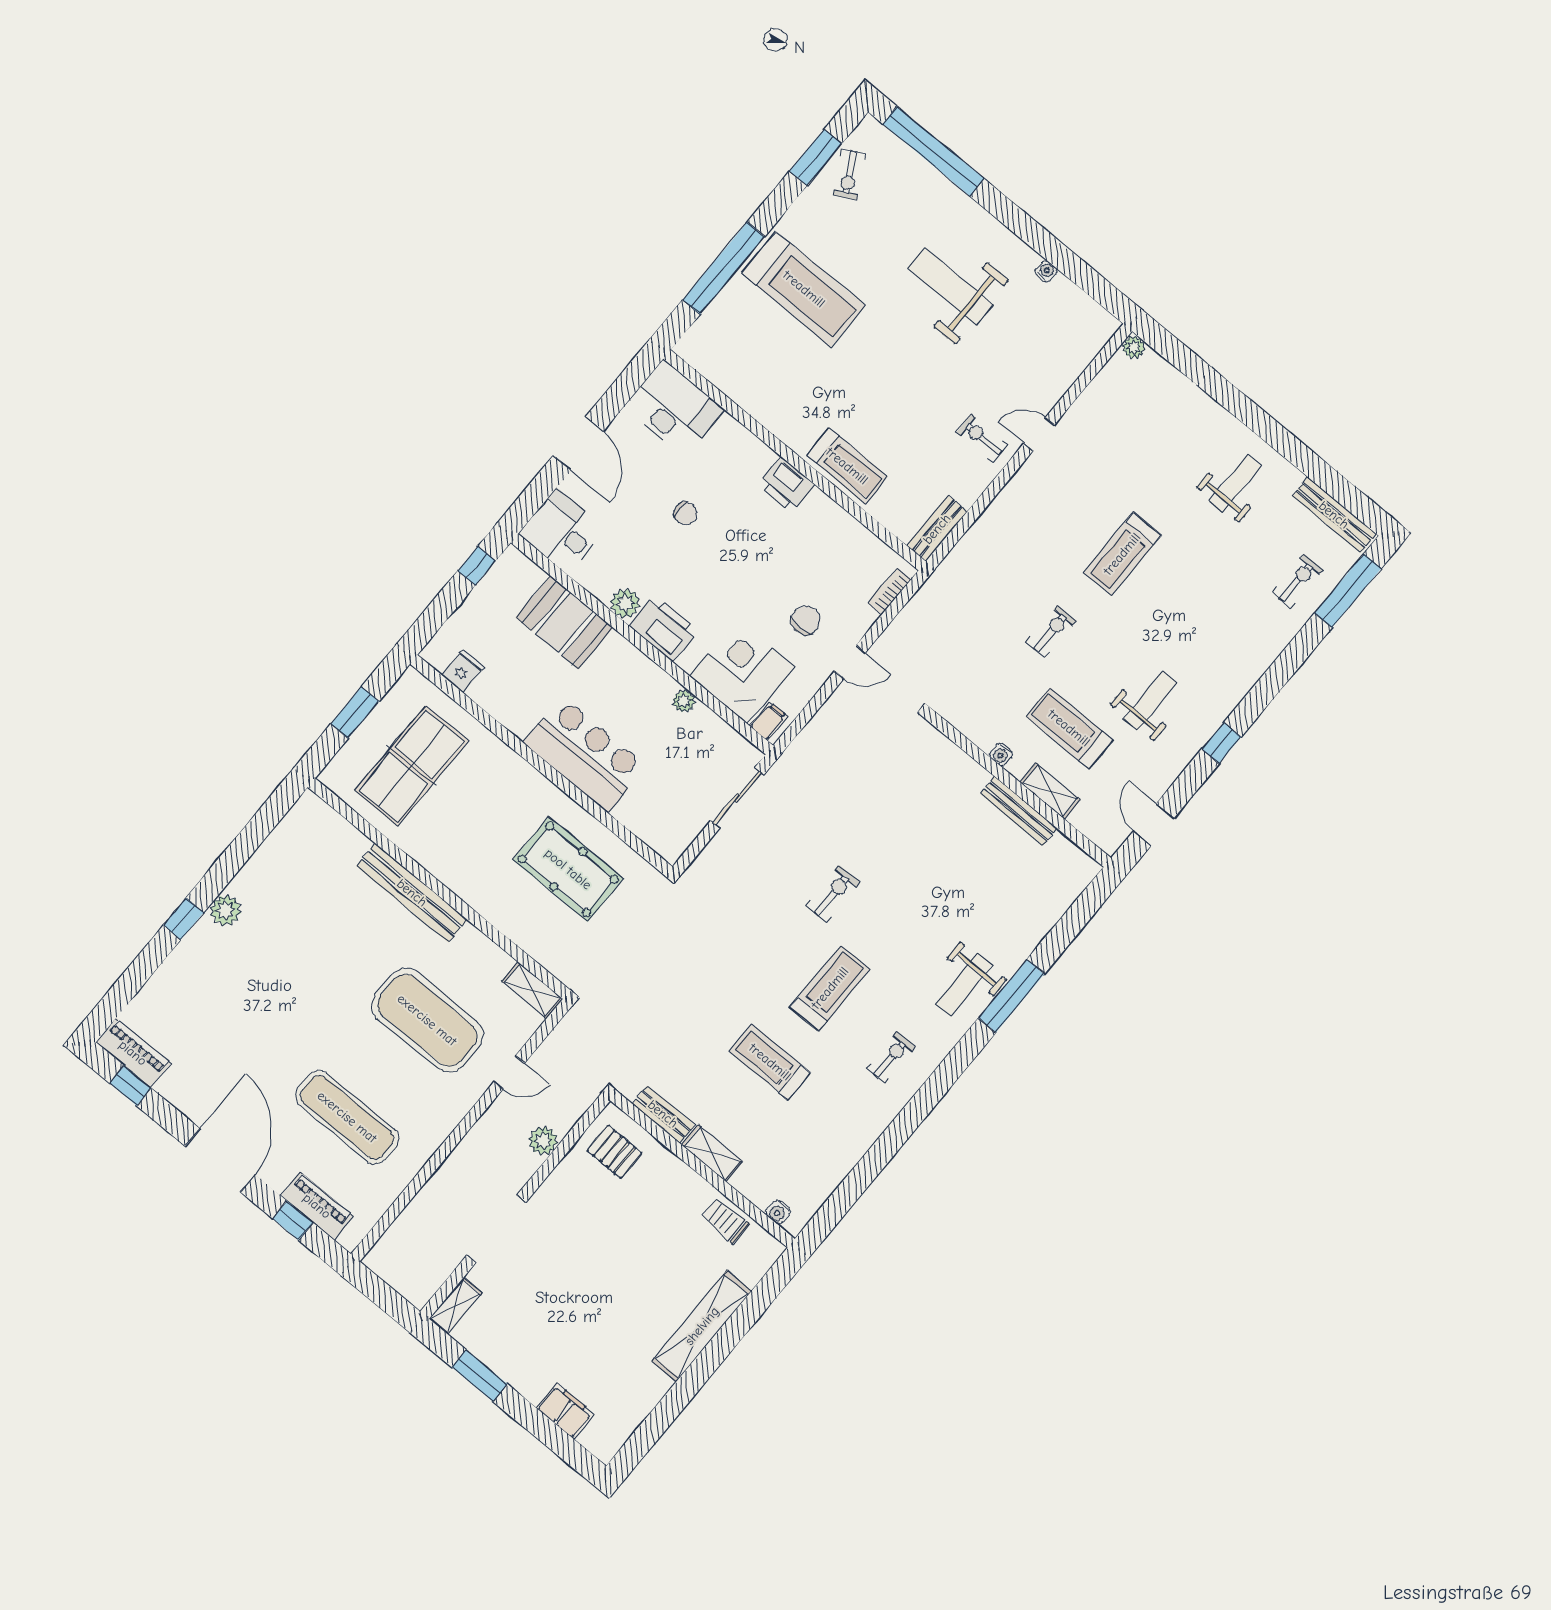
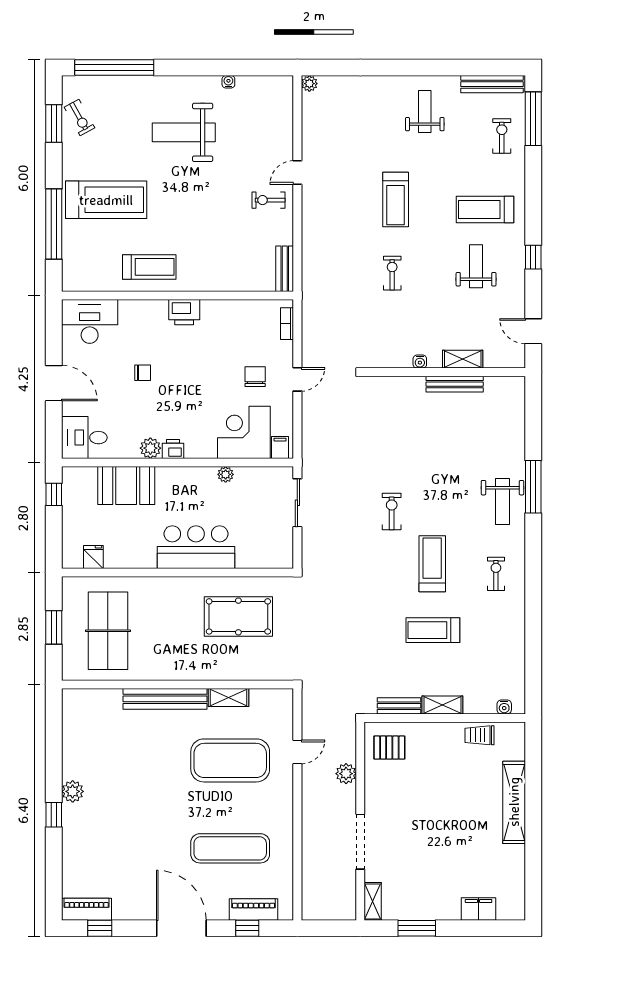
treadmill: (847, 466) -> (149, 267), moved
printer: (664, 628) -> (173, 449), width x0.53, depth x0.68
treadmill: (1069, 728) -> (485, 210), moved
shelving: (532, 990) -> (228, 698), moved

